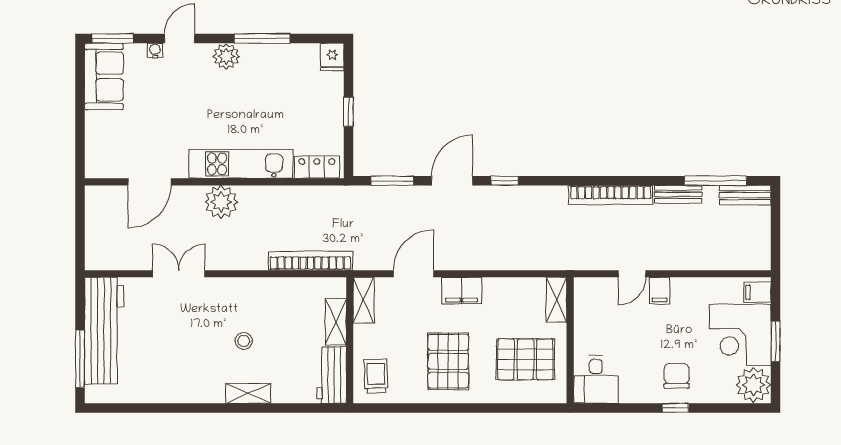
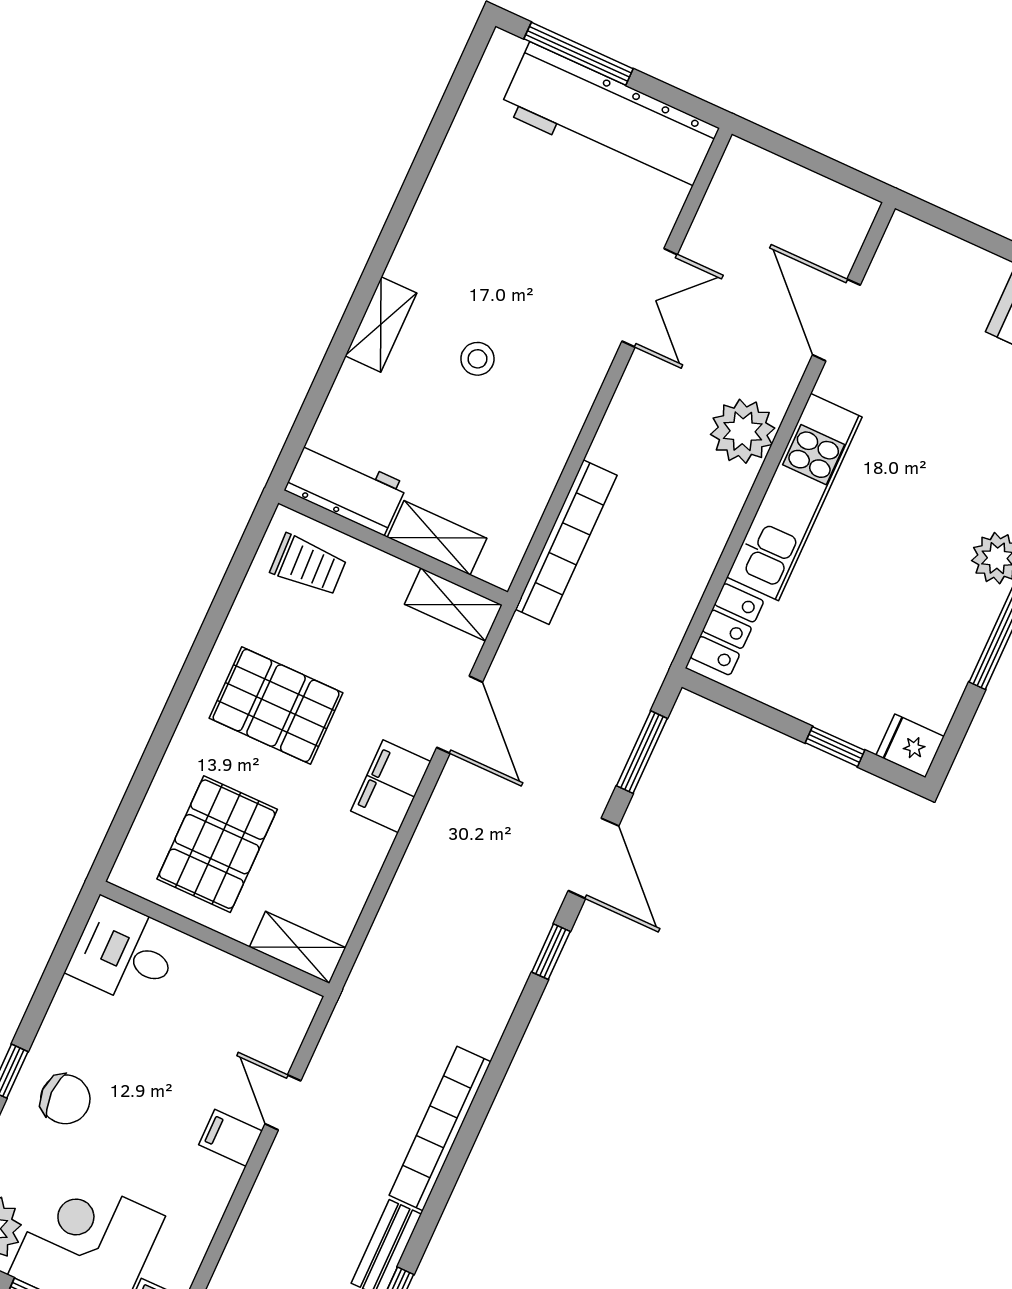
window: (349, 112) -> (835, 747), moved

